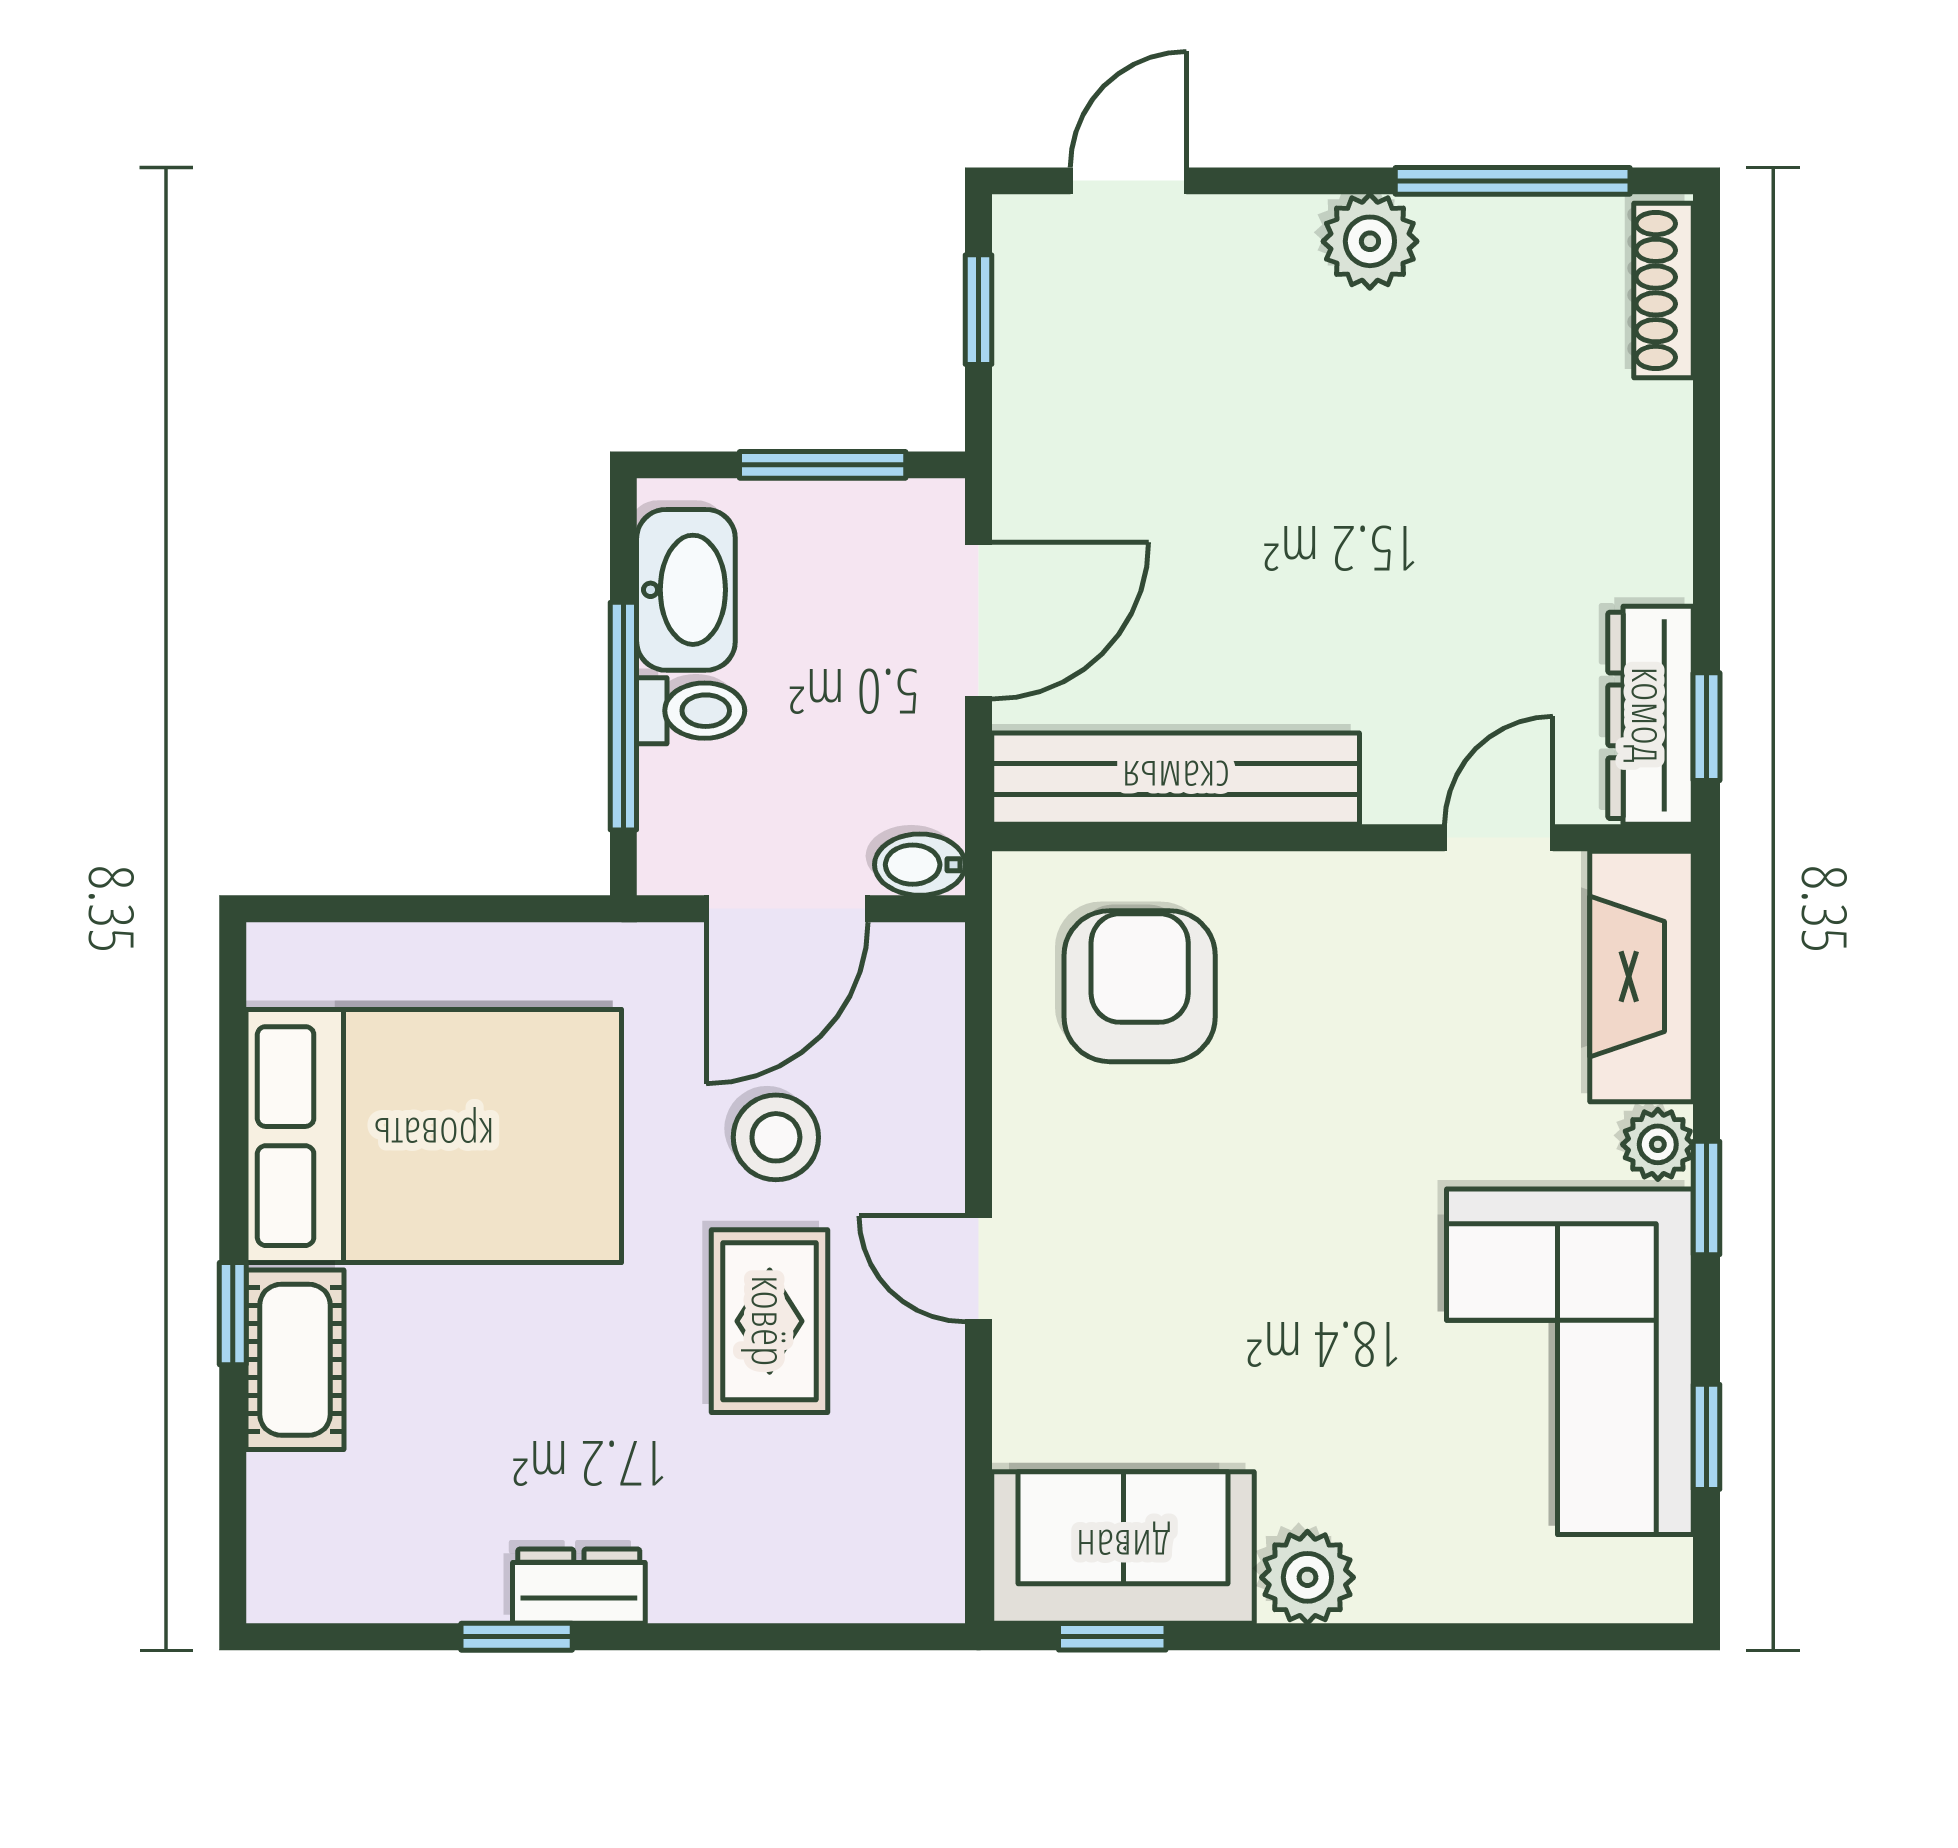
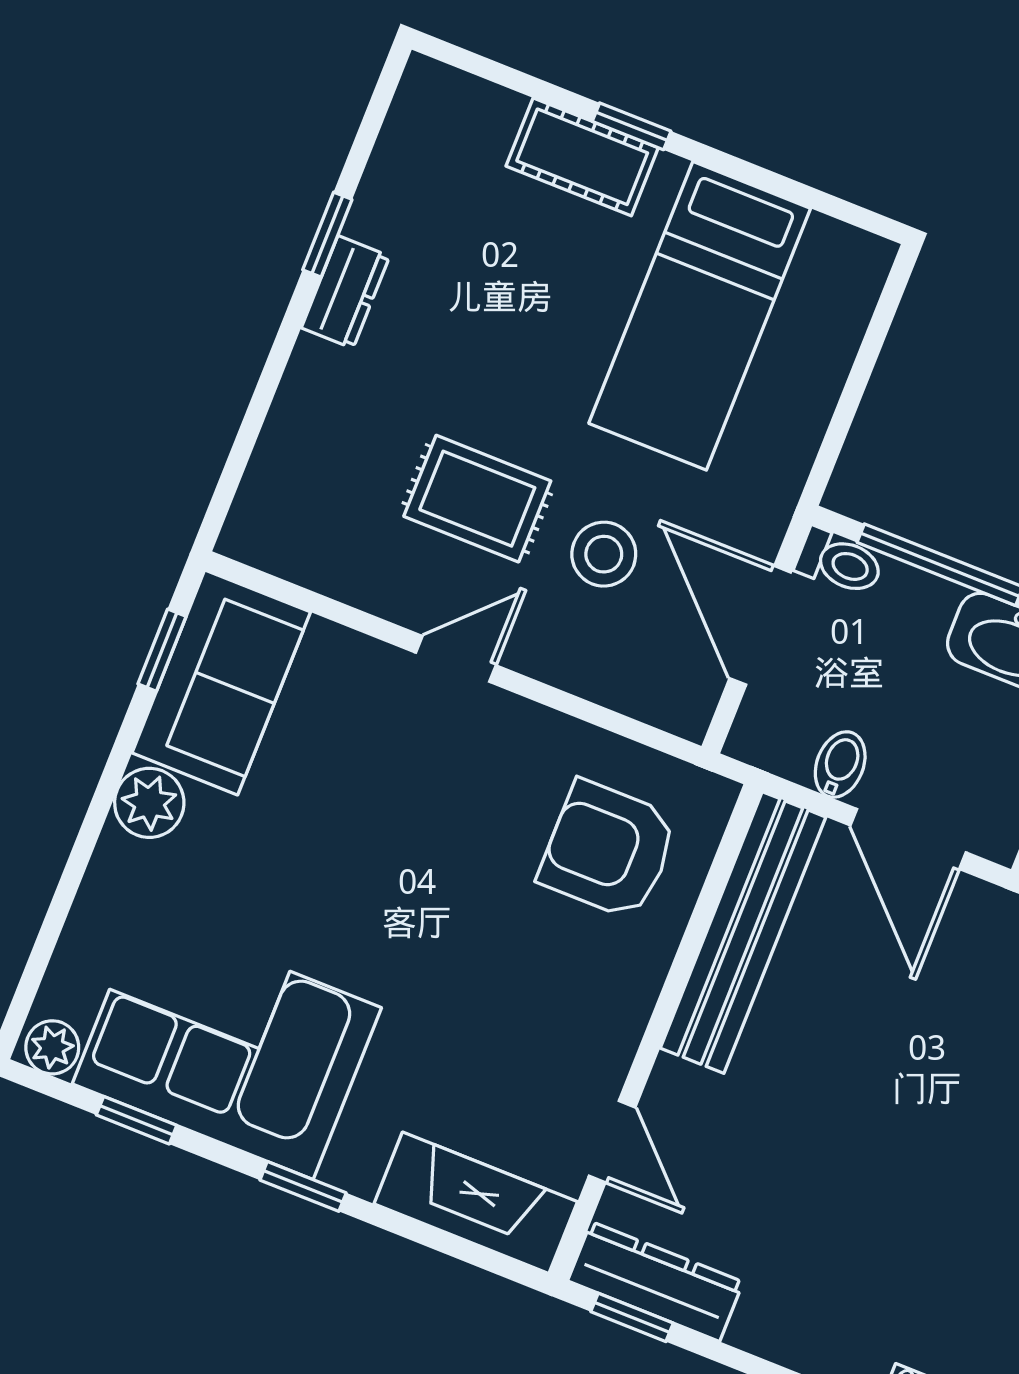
toilet: (691, 711) -> (840, 562), moved, turned -90
bidet: (920, 865) -> (840, 765), moved
armchair: (1140, 986) -> (608, 850), turned 180
bed: (434, 1136) -> (700, 316), width x0.67
plant: (1658, 1144) -> (52, 1047), moved

